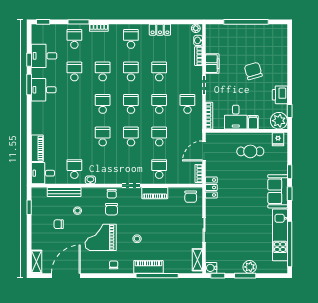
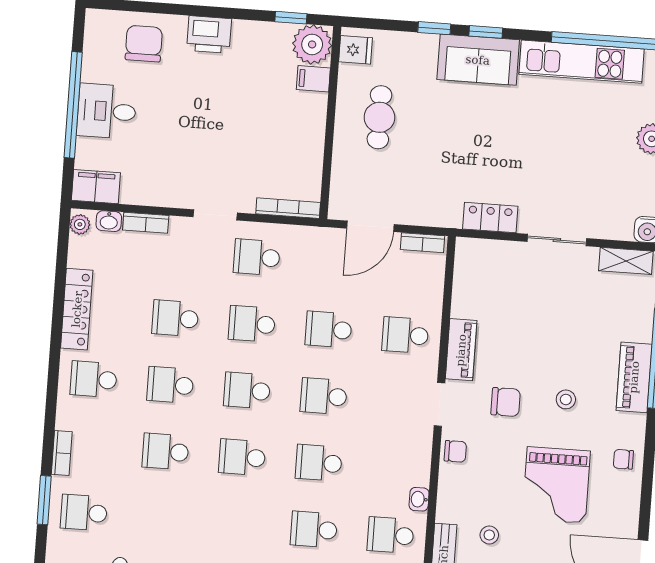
locker: (160, 30) -> (77, 309), width x1.53
filing cabinet: (212, 64) -> (96, 187), moved
school desk: (74, 71) -> (314, 529), moved
chair: (253, 71) -> (144, 44), moved, turned 106
printer: (280, 95) -> (209, 35), moved
desk: (236, 117) -> (107, 111), moved, turned 180
filing cabinet: (253, 122) -> (313, 79), moved
door: (204, 151) -> (370, 226), hinge flipped
locker: (211, 187) -> (490, 218), moved
chair: (191, 197) -> (476, 266), removed
chair: (112, 209) -> (506, 402), moved

